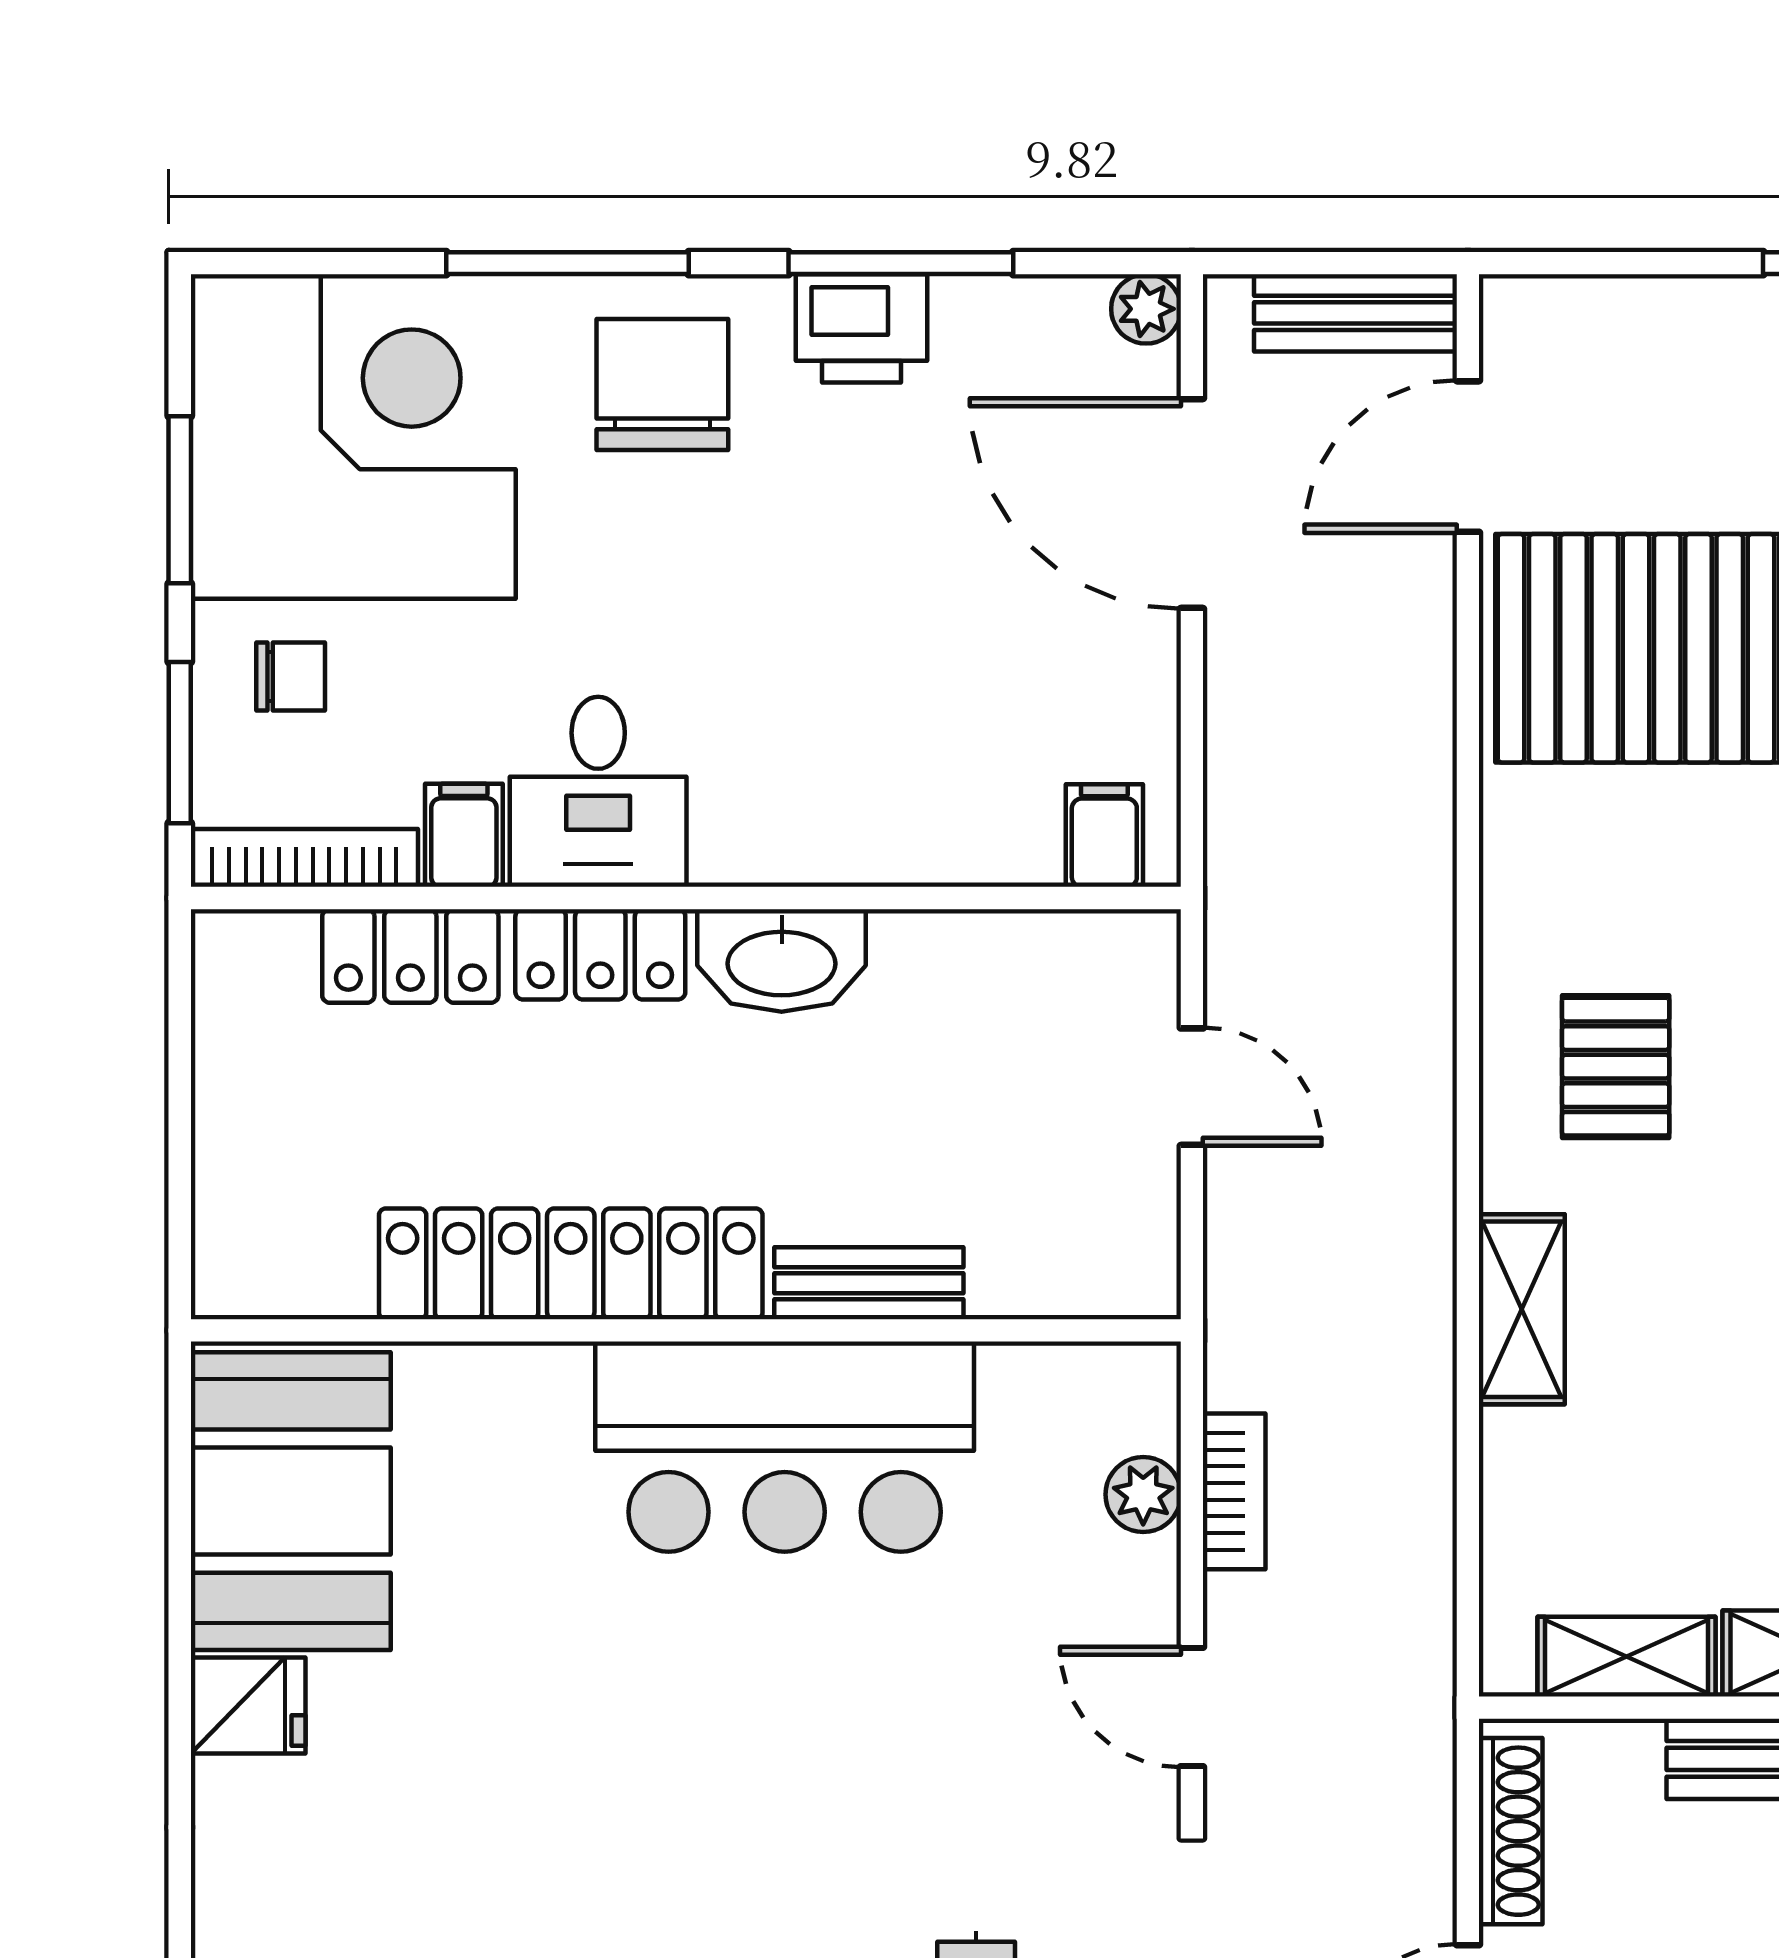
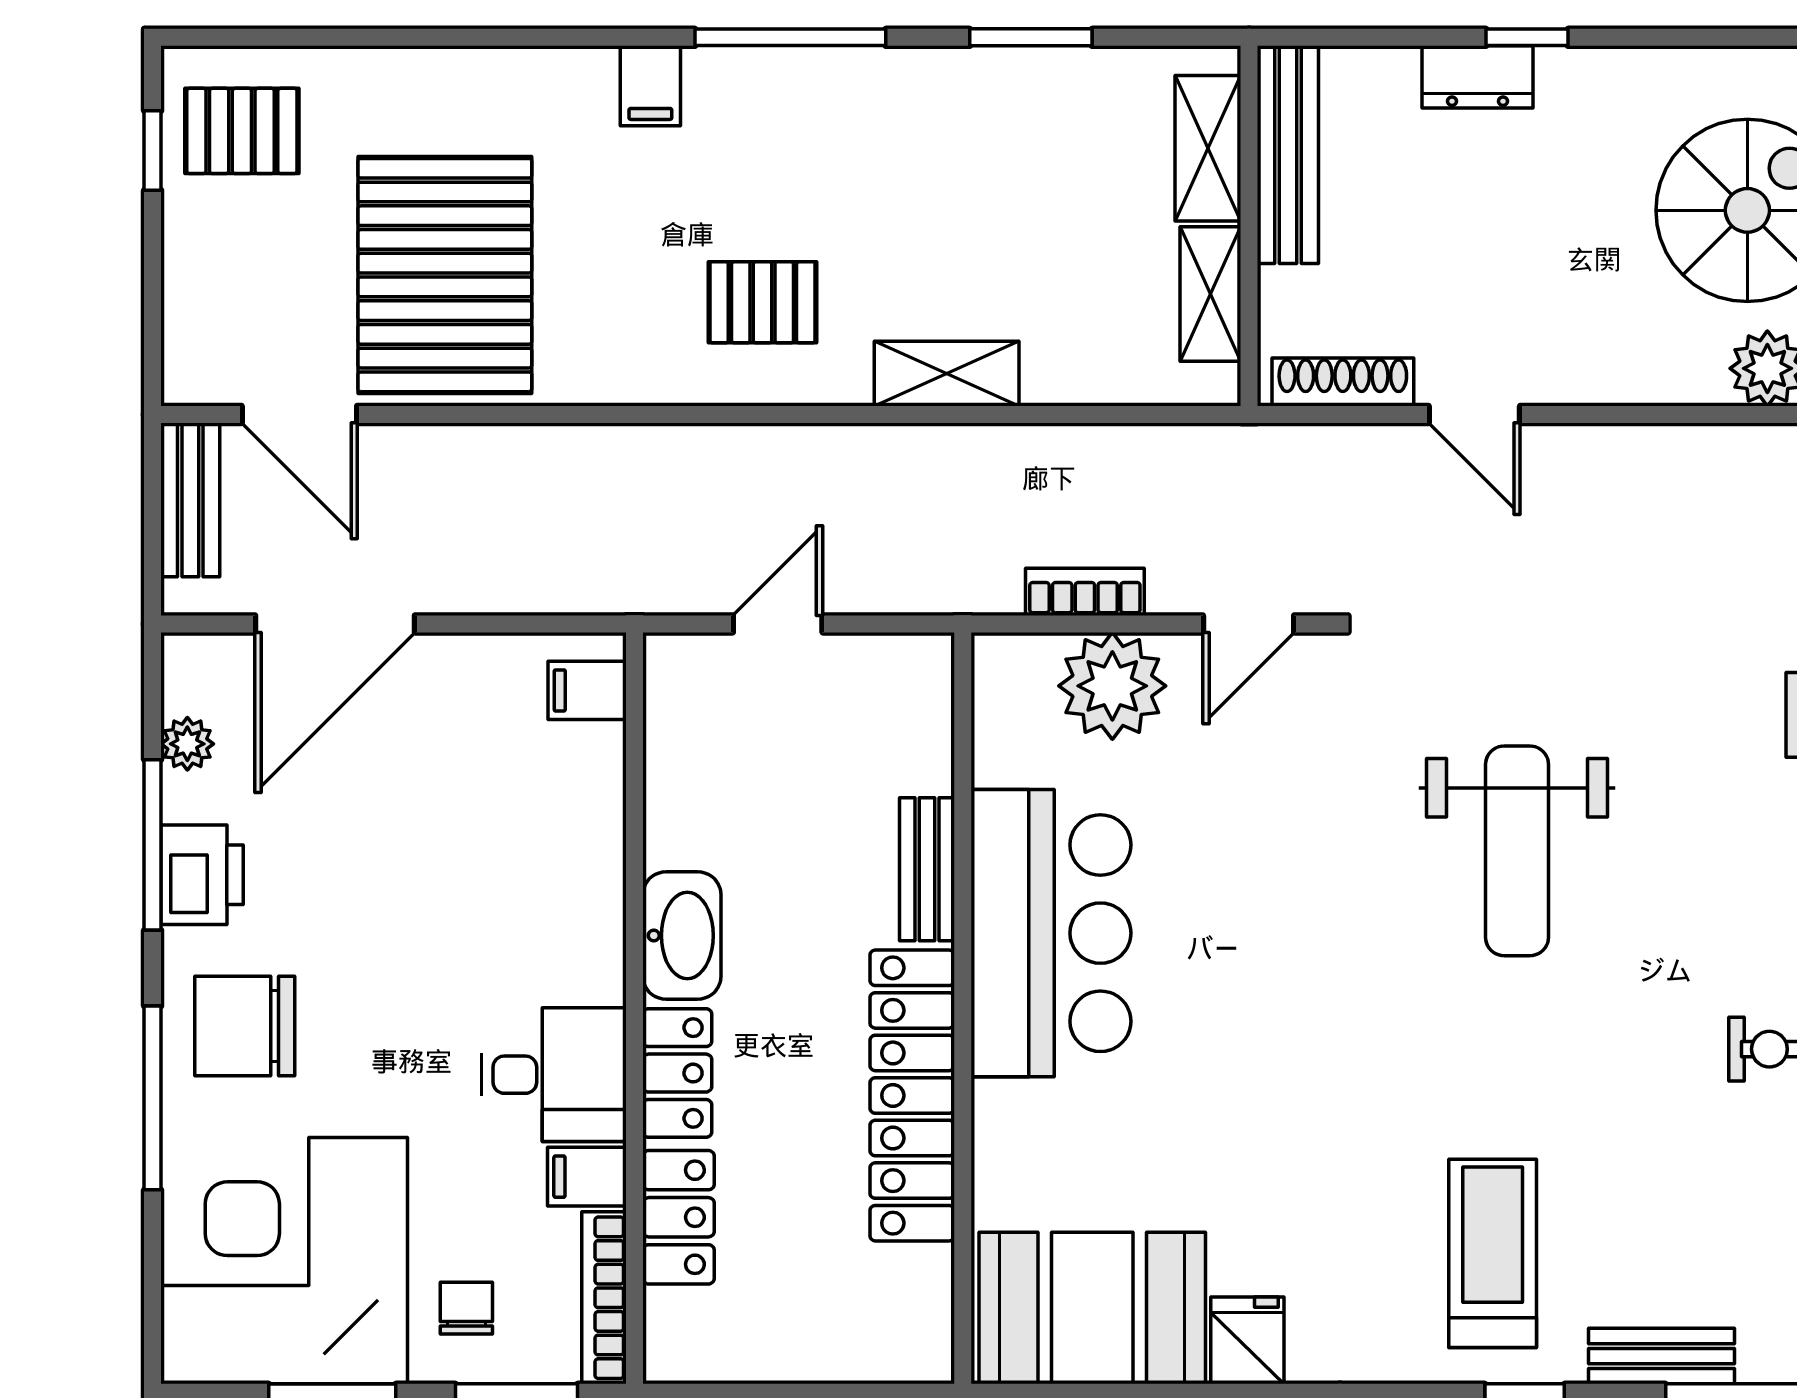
plant: (1146, 309) -> (187, 744), moved
plant: (1143, 1494) -> (1112, 686), width x1.88, depth x1.88

